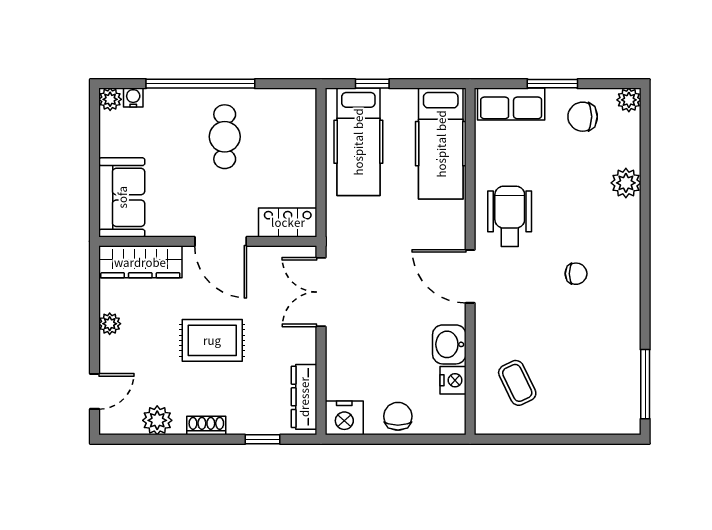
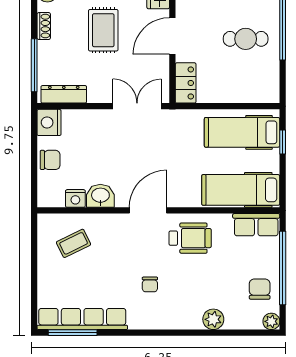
window: (552, 84) -> (283, 268), width x2.11
row of seats: (511, 104) -> (256, 225), moved, turned -90
row of seats: (625, 370) -> (82, 319), added
window: (263, 439) -> (34, 65), width x2.17

